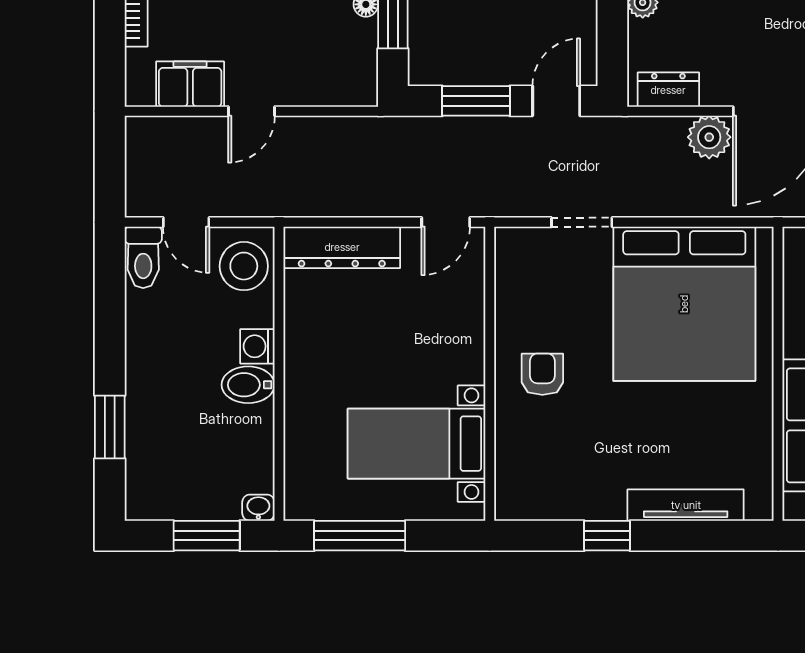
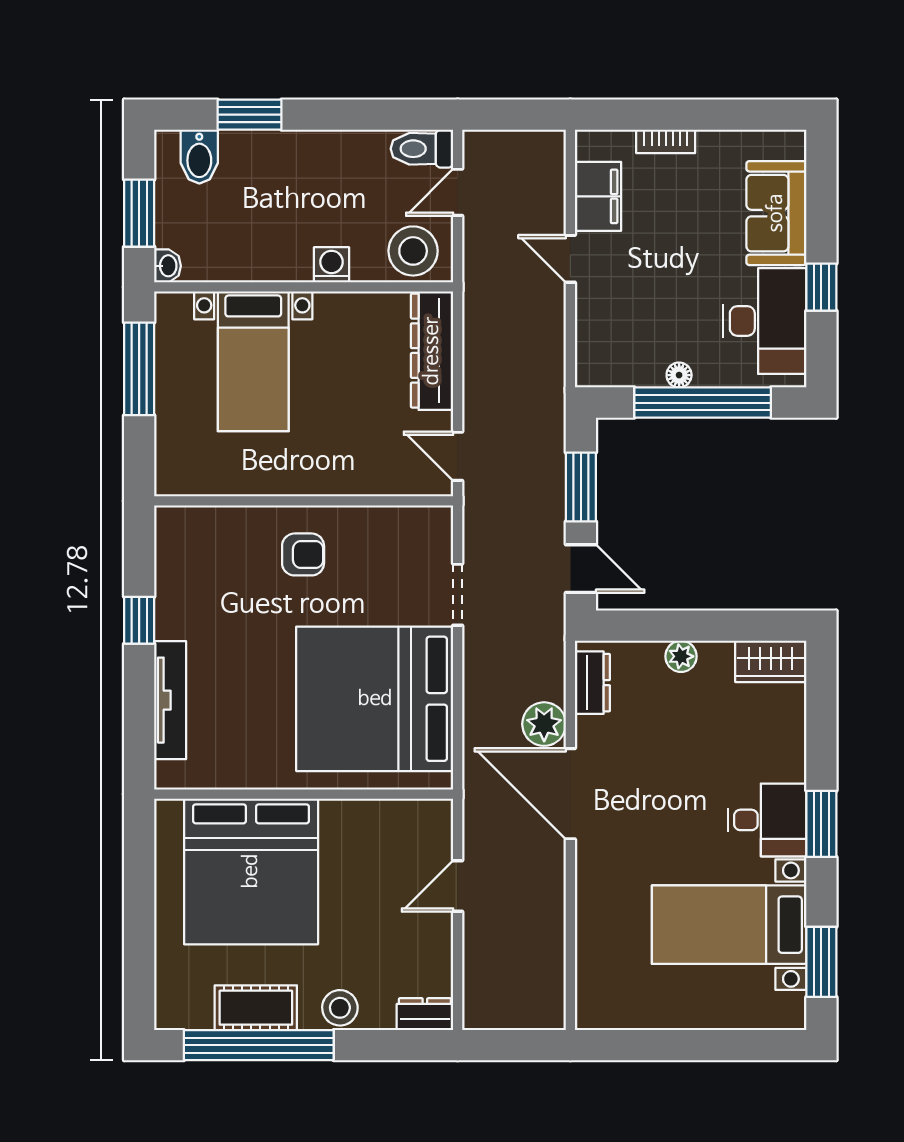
bidet: (248, 385) -> (199, 157), moved, turned 180
bed with nightstands: (416, 444) -> (253, 361), moved, turned 180

